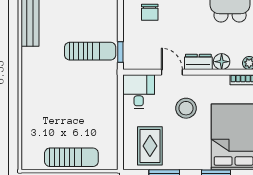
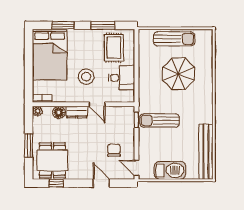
desk: (139, 92) -> (122, 78), moved, turned -90
parasol: (66, 112) -> (179, 74), added
sun lounger: (71, 157) -> (174, 39), turned 180

